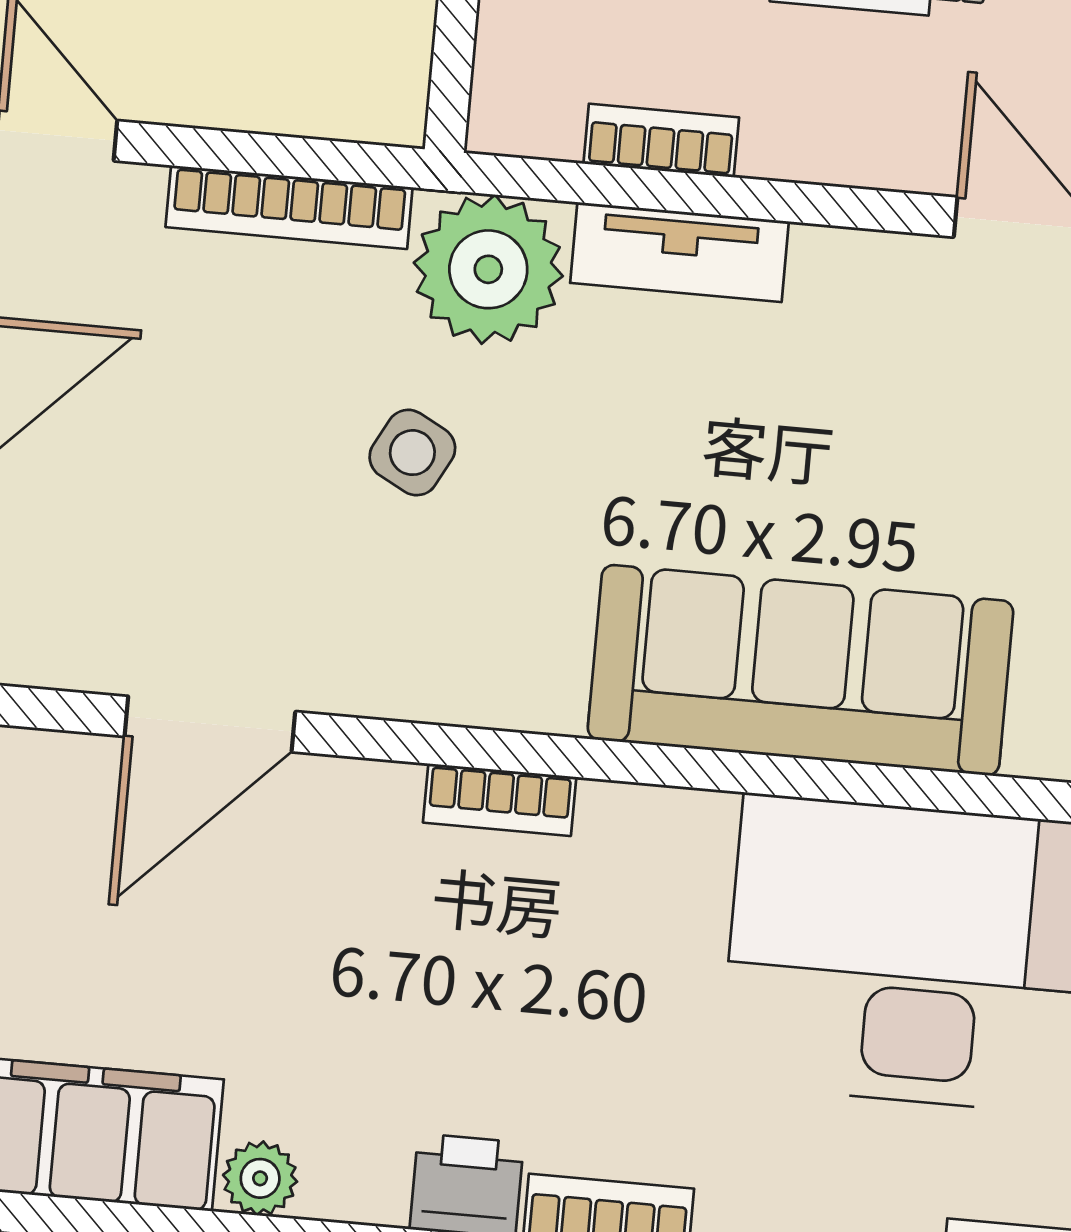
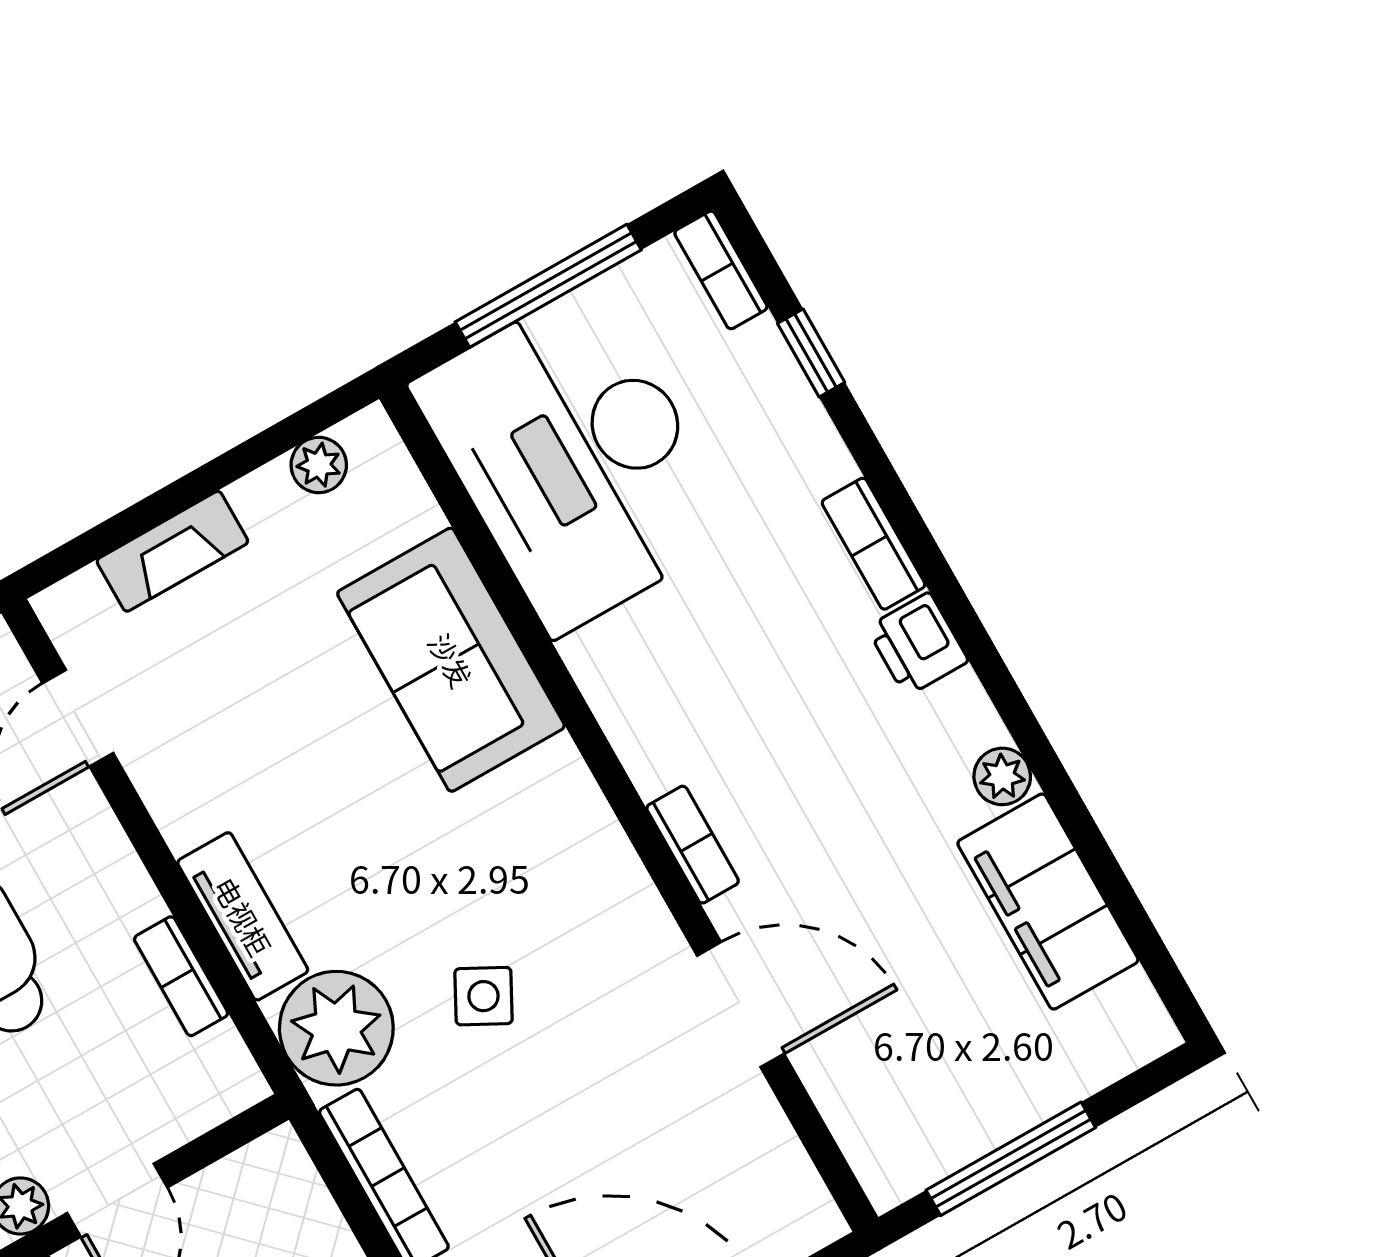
sofa: (800, 670) -> (451, 660), width x0.73
bookcase: (500, 800) -> (693, 845), moved

